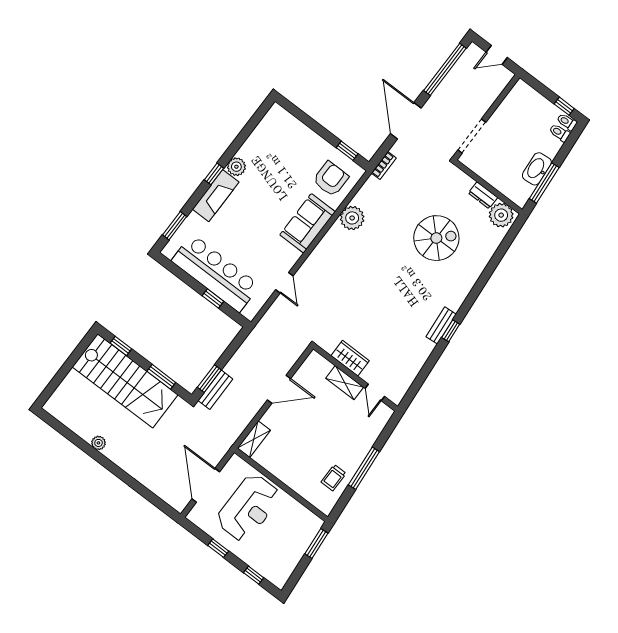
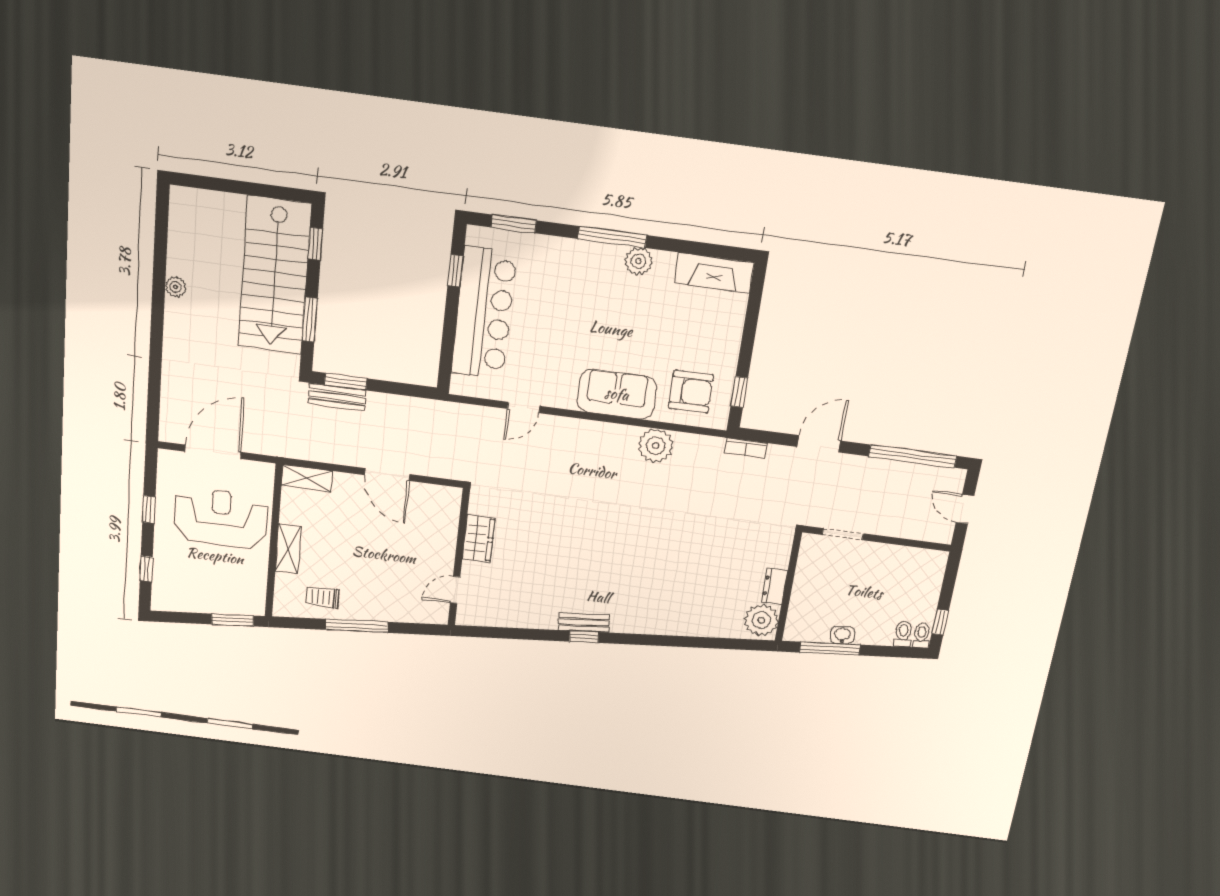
door: (406, 121) -> (819, 444), width x0.73
doorway: (472, 136) -> (843, 534), width x0.73
washbasin: (537, 169) -> (842, 635), width x0.52, depth x0.69
window: (214, 174) -> (612, 237), width x2.17
fireplace: (216, 196) -> (714, 273), moved
spiral stairs: (436, 238) -> (689, 560), removed
window: (213, 298) -> (455, 271), moved
shelving: (345, 383) -> (288, 549), moved
reception desk: (248, 508) -> (221, 518), turned 180

